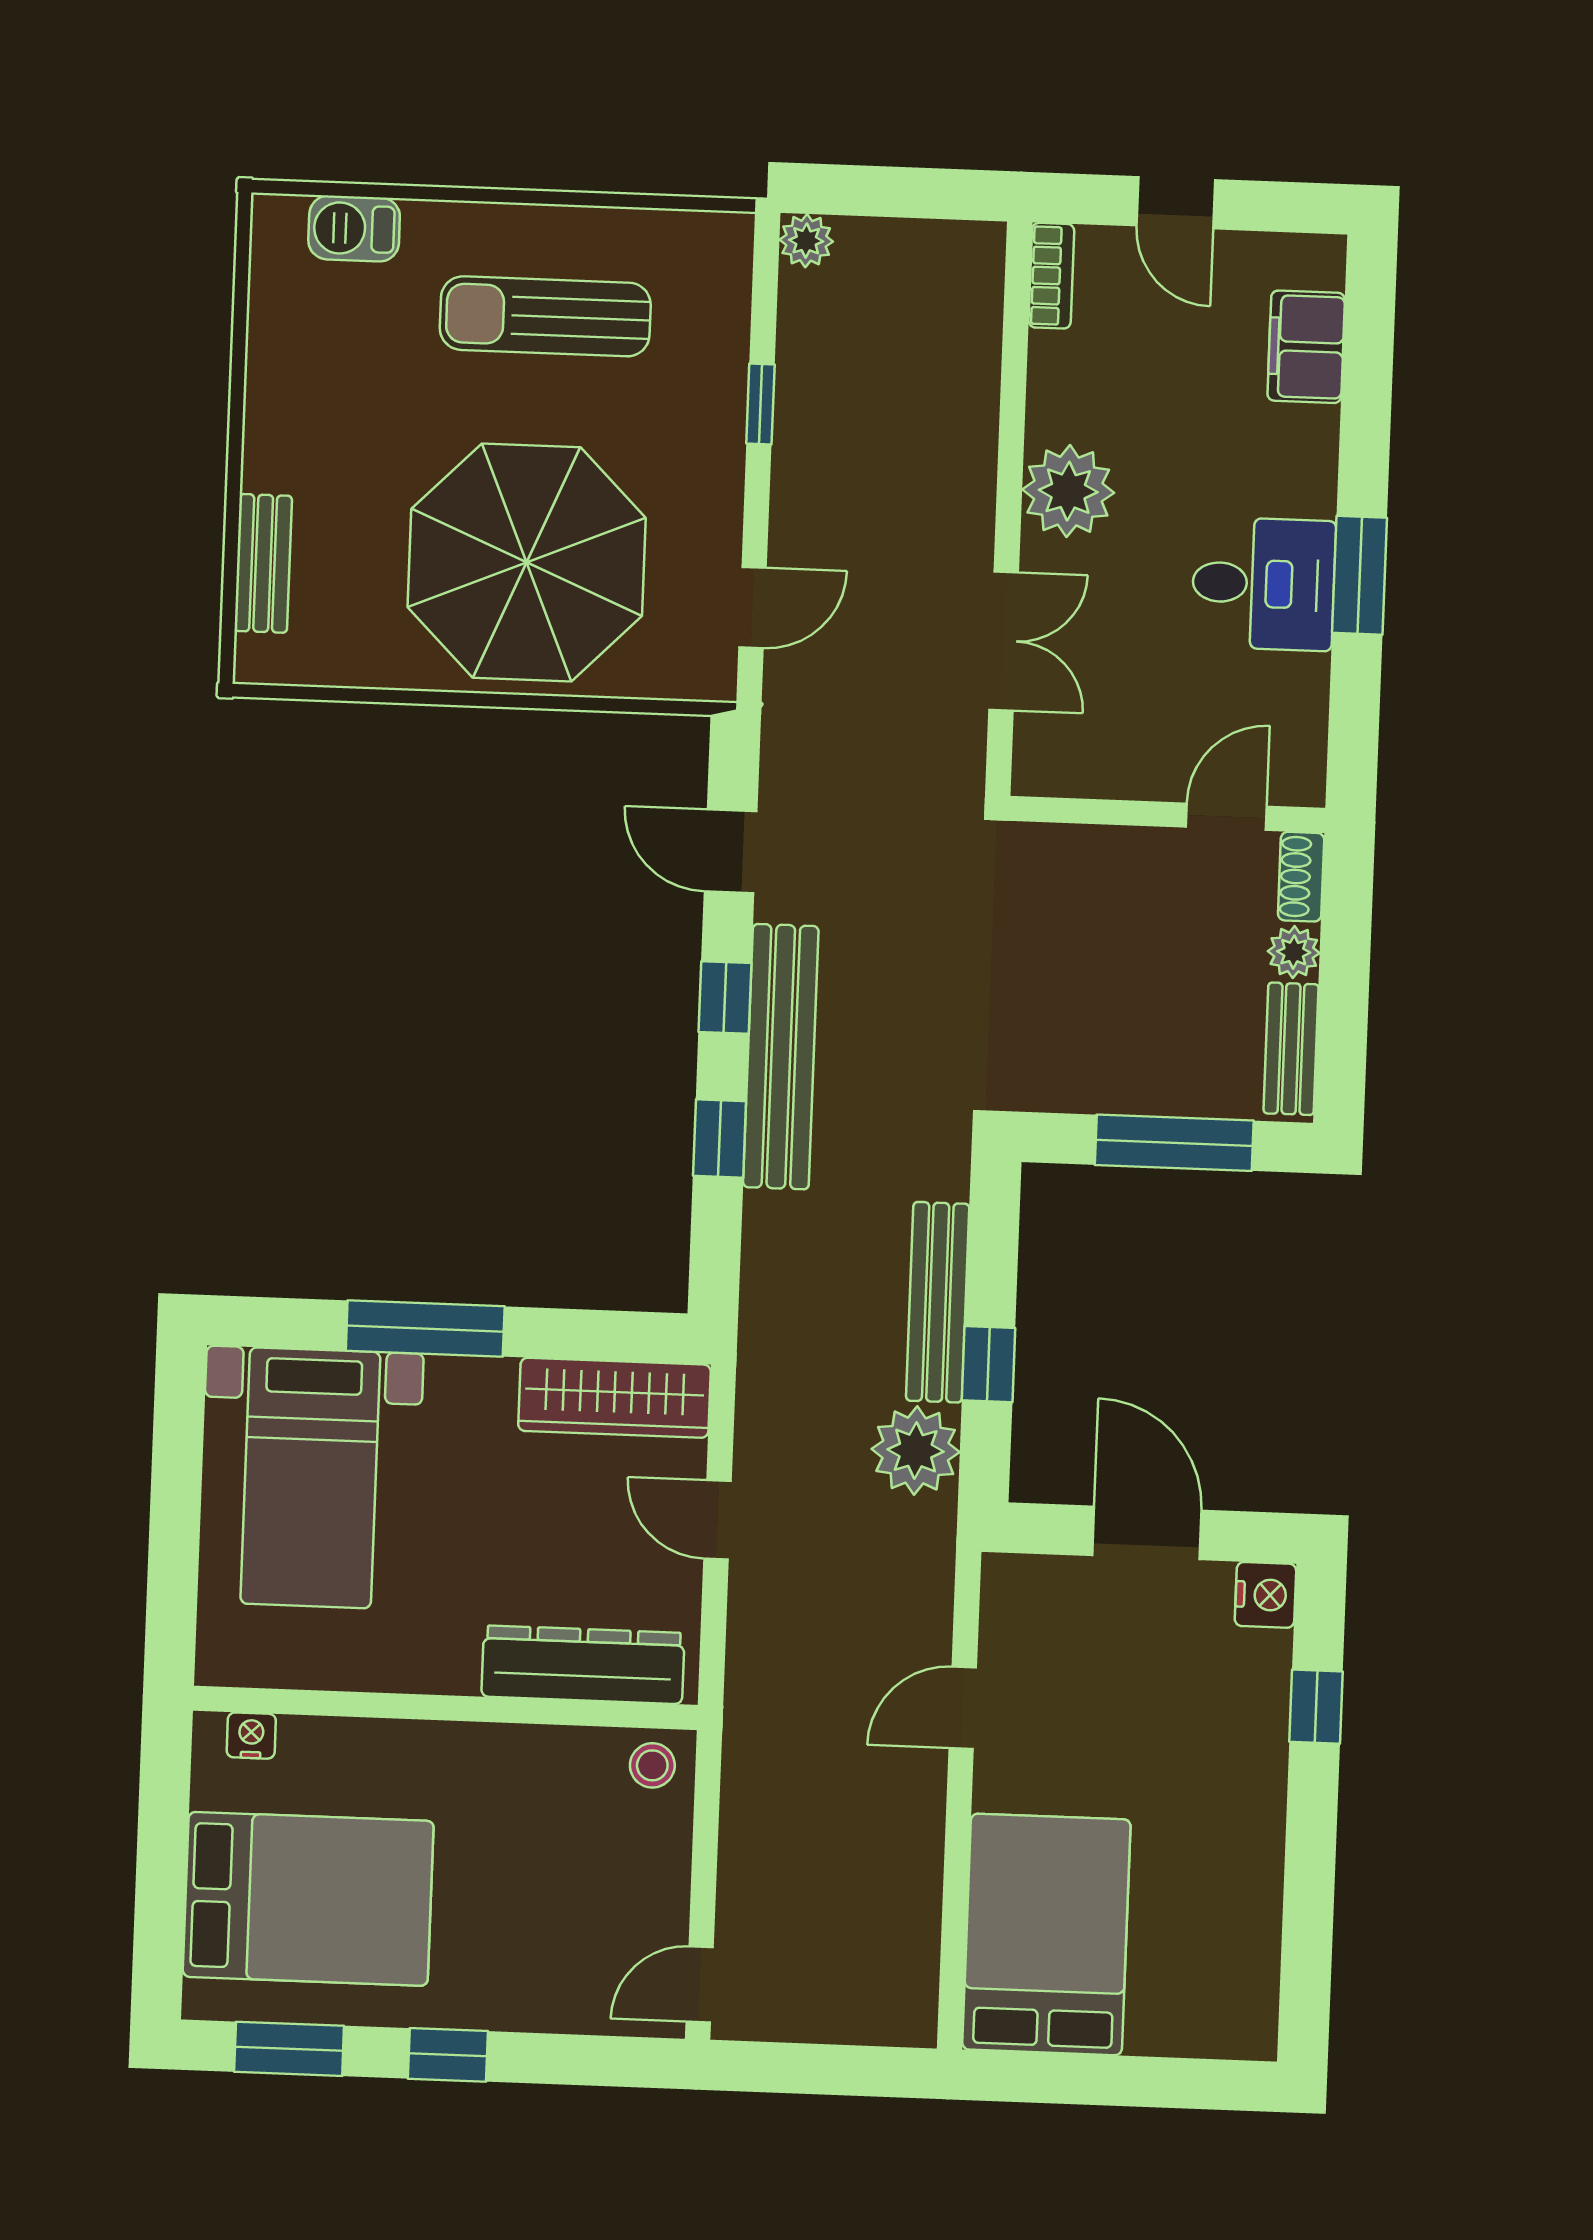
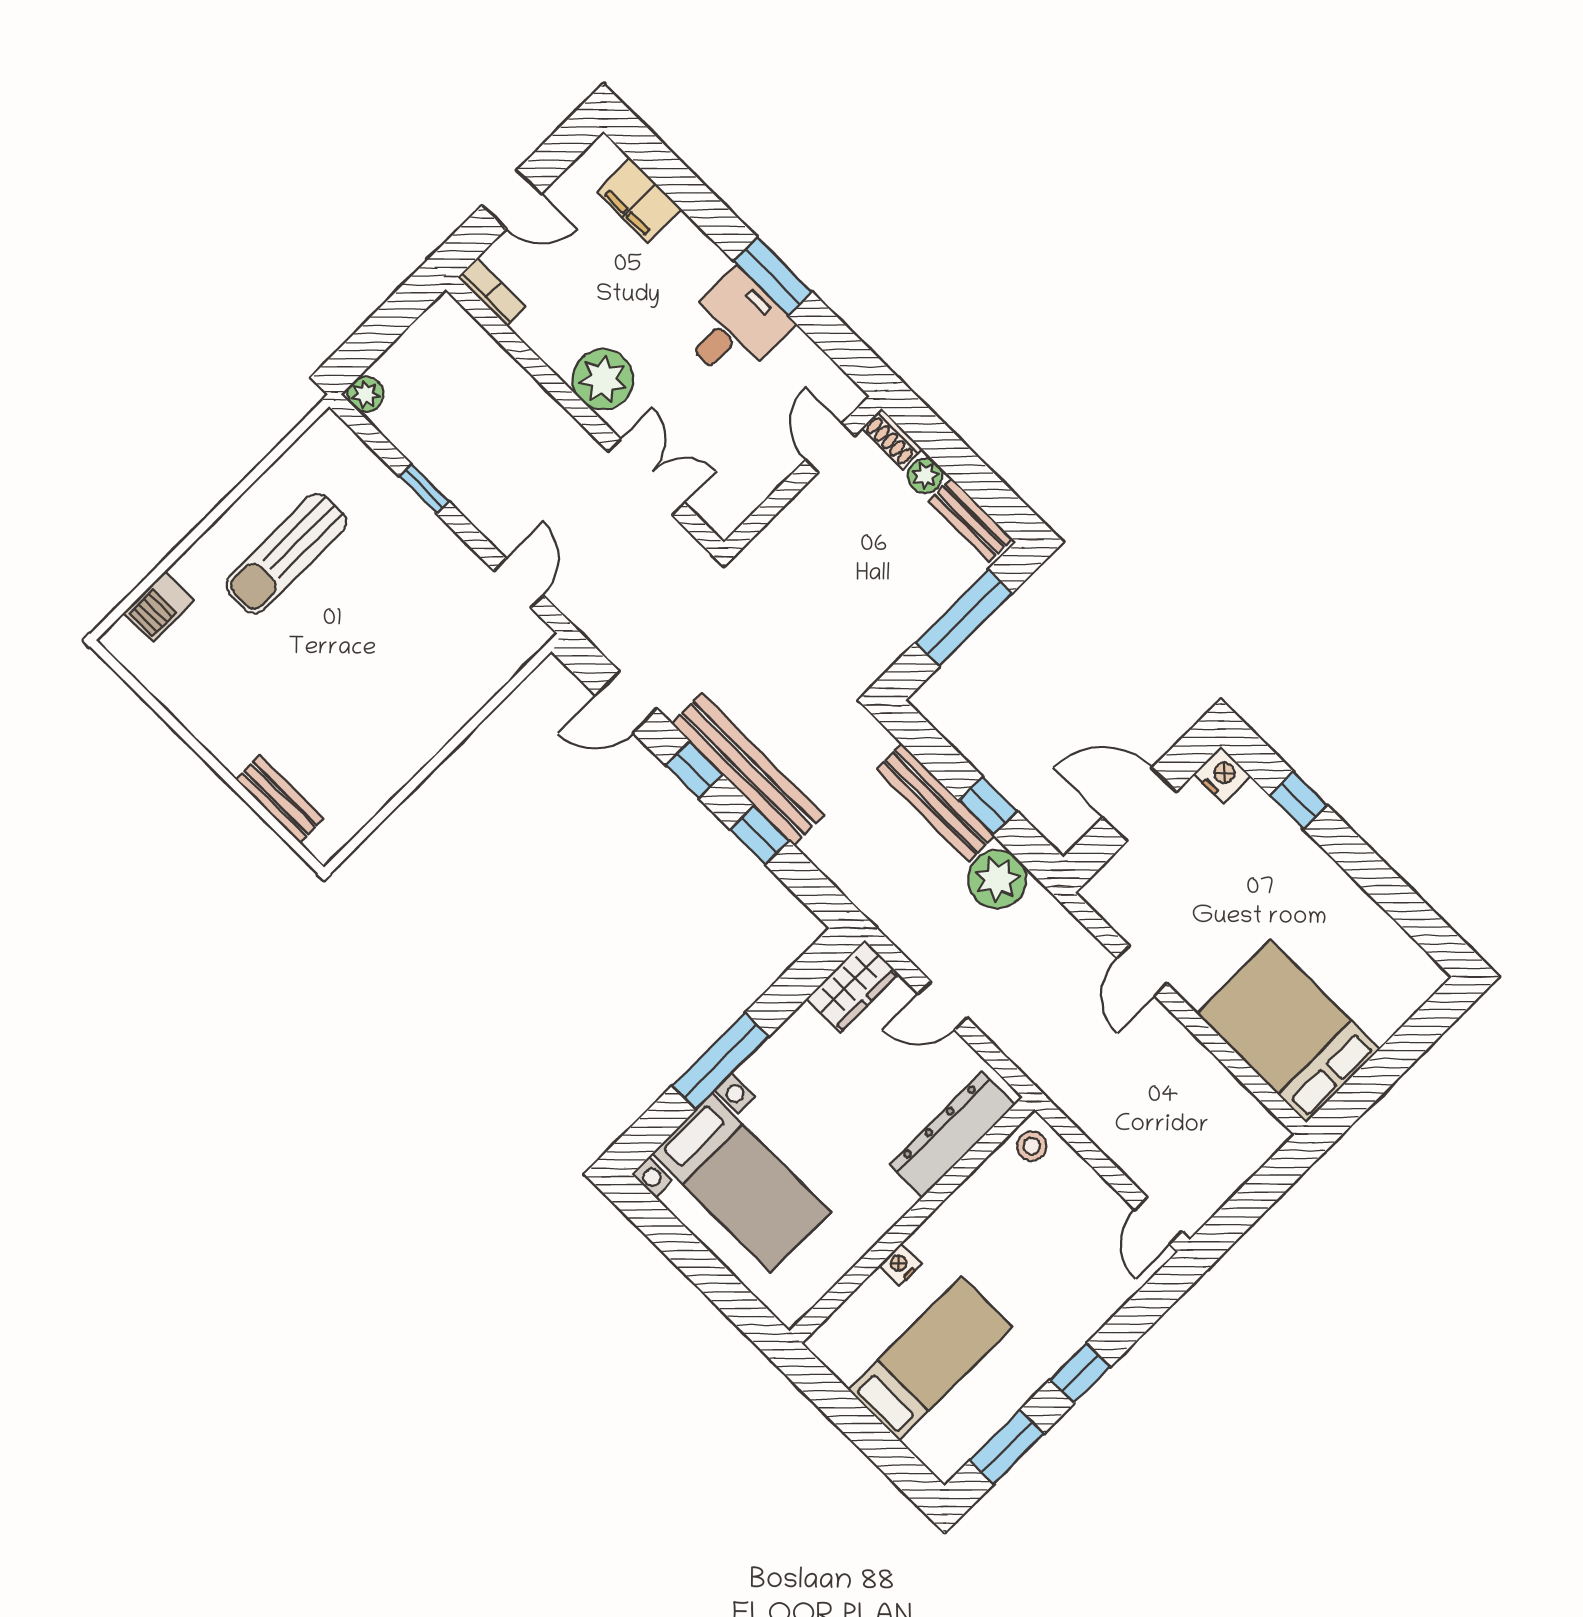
parasol: (527, 562) -> (396, 672), removed
wardrobe: (614, 1398) -> (853, 986), width x0.67
nightstand: (251, 1736) -> (900, 1265), moved
bed: (308, 1899) -> (930, 1358), width x0.67

